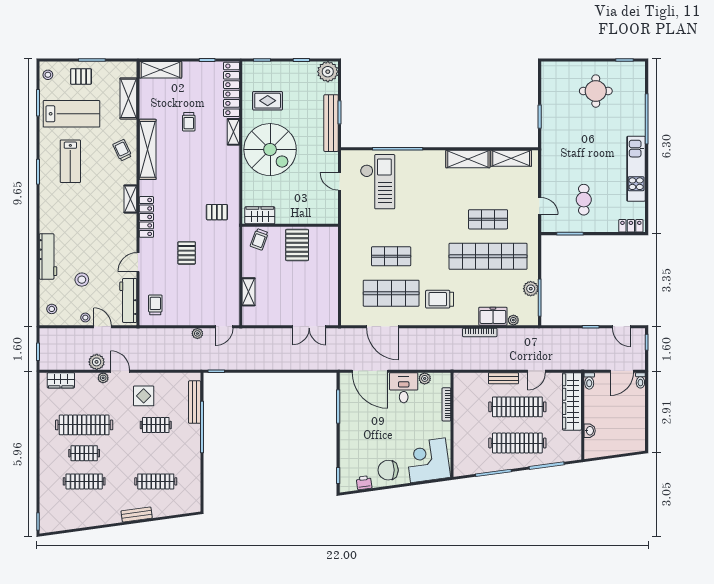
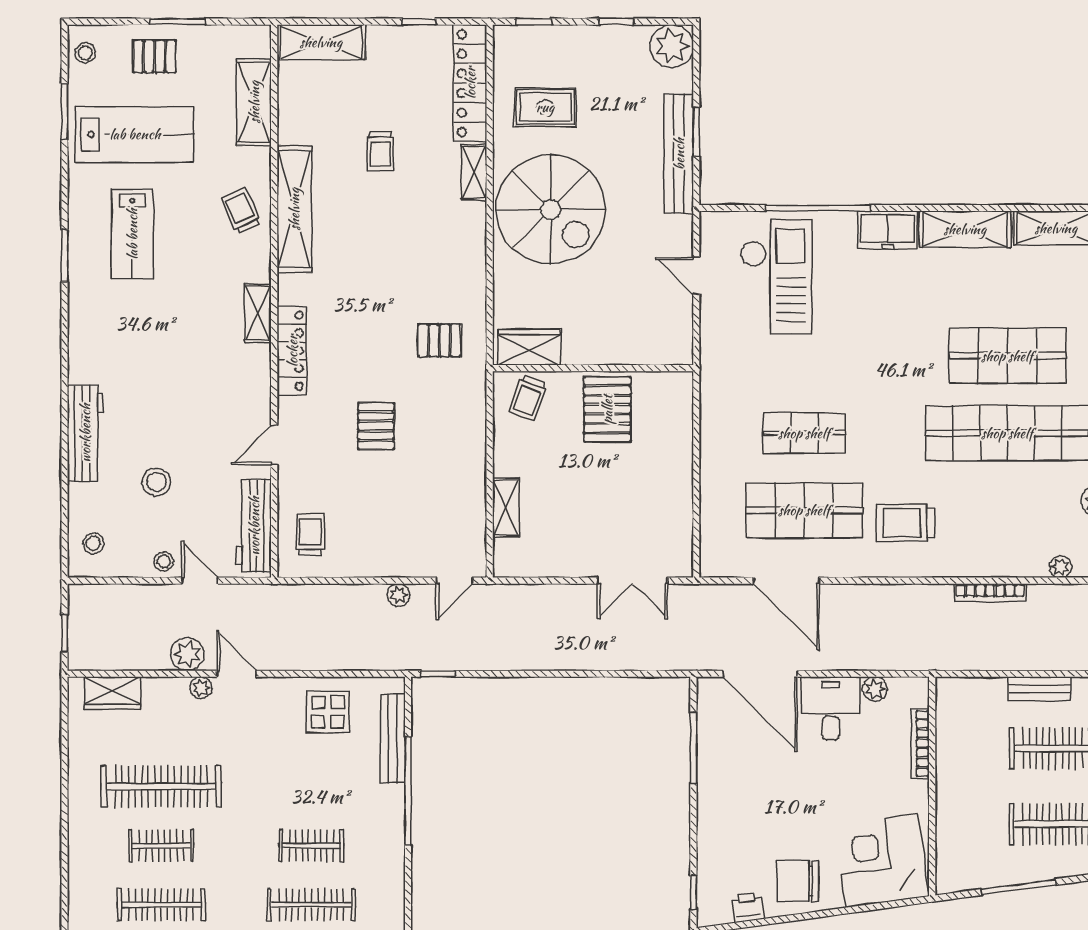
shop shelf: (488, 219) -> (1007, 356), width x1.43, depth x1.36
freezer: (493, 316) -> (887, 230), moved, turned 180
display table: (144, 396) -> (328, 712), moved
clothes rail: (156, 425) -> (311, 846), moved

